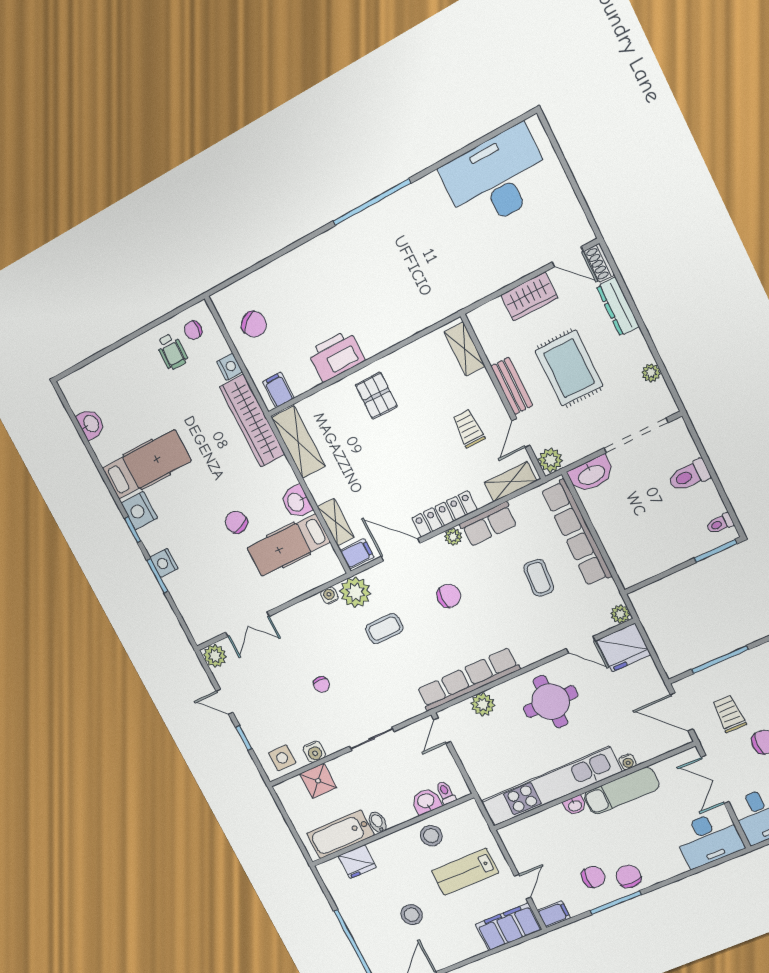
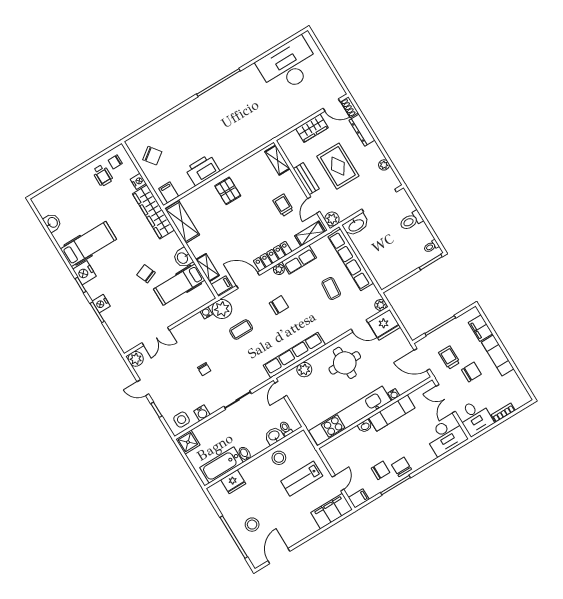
shower: (318, 781) -> (188, 442), moved
stool: (412, 915) -> (252, 525), moved

